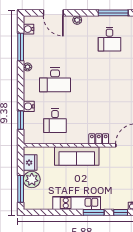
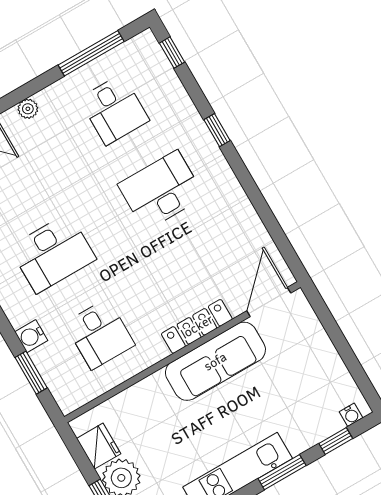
desk: (109, 80) -> (161, 191), added
locker: (99, 139) -> (197, 326), width x1.53
sofa: (77, 156) -> (215, 361), moved

